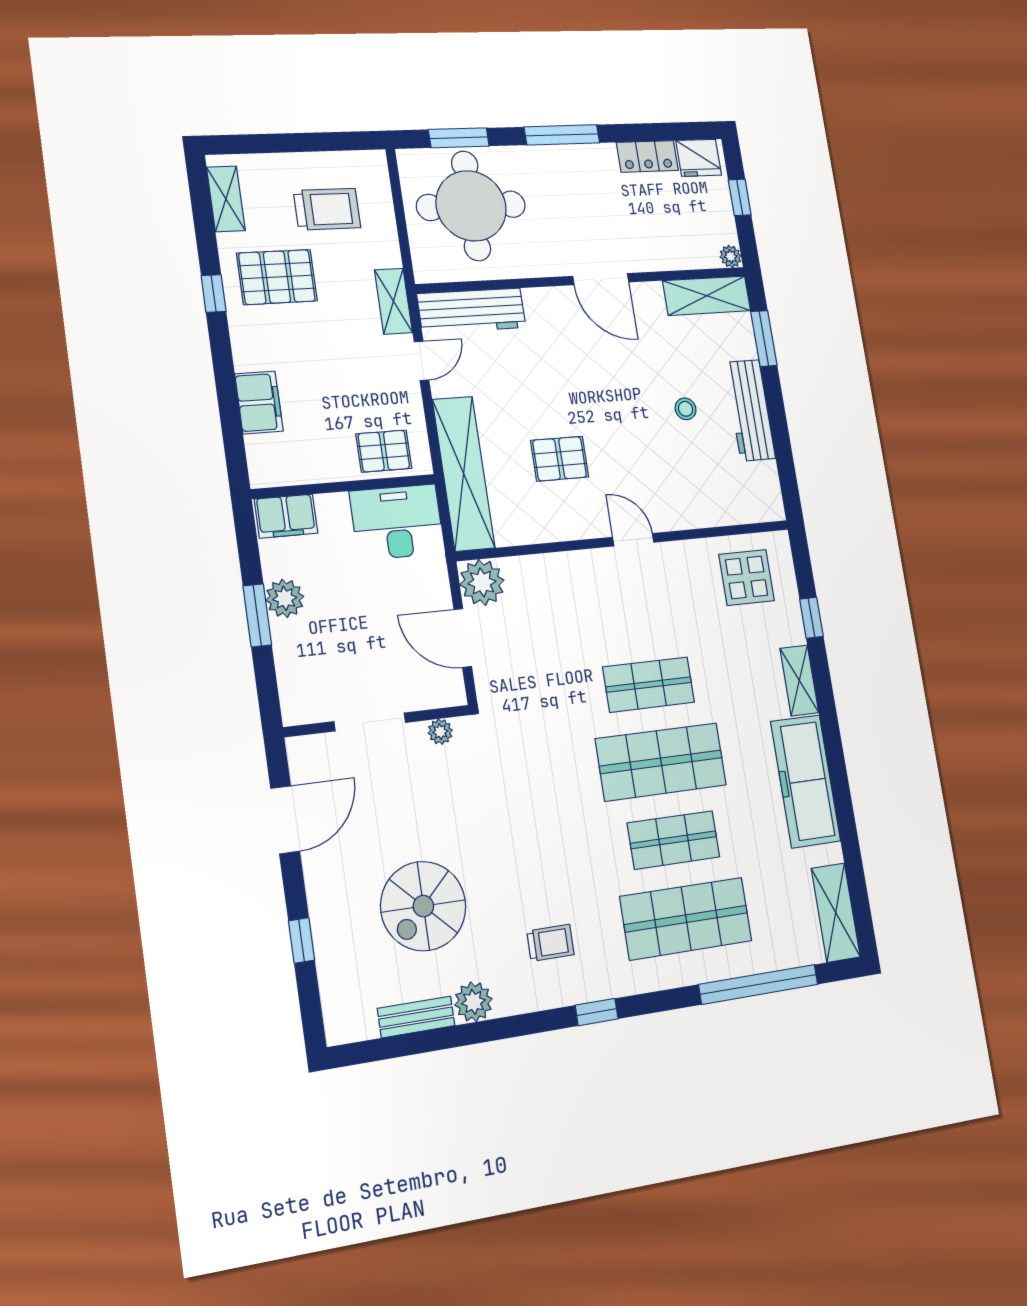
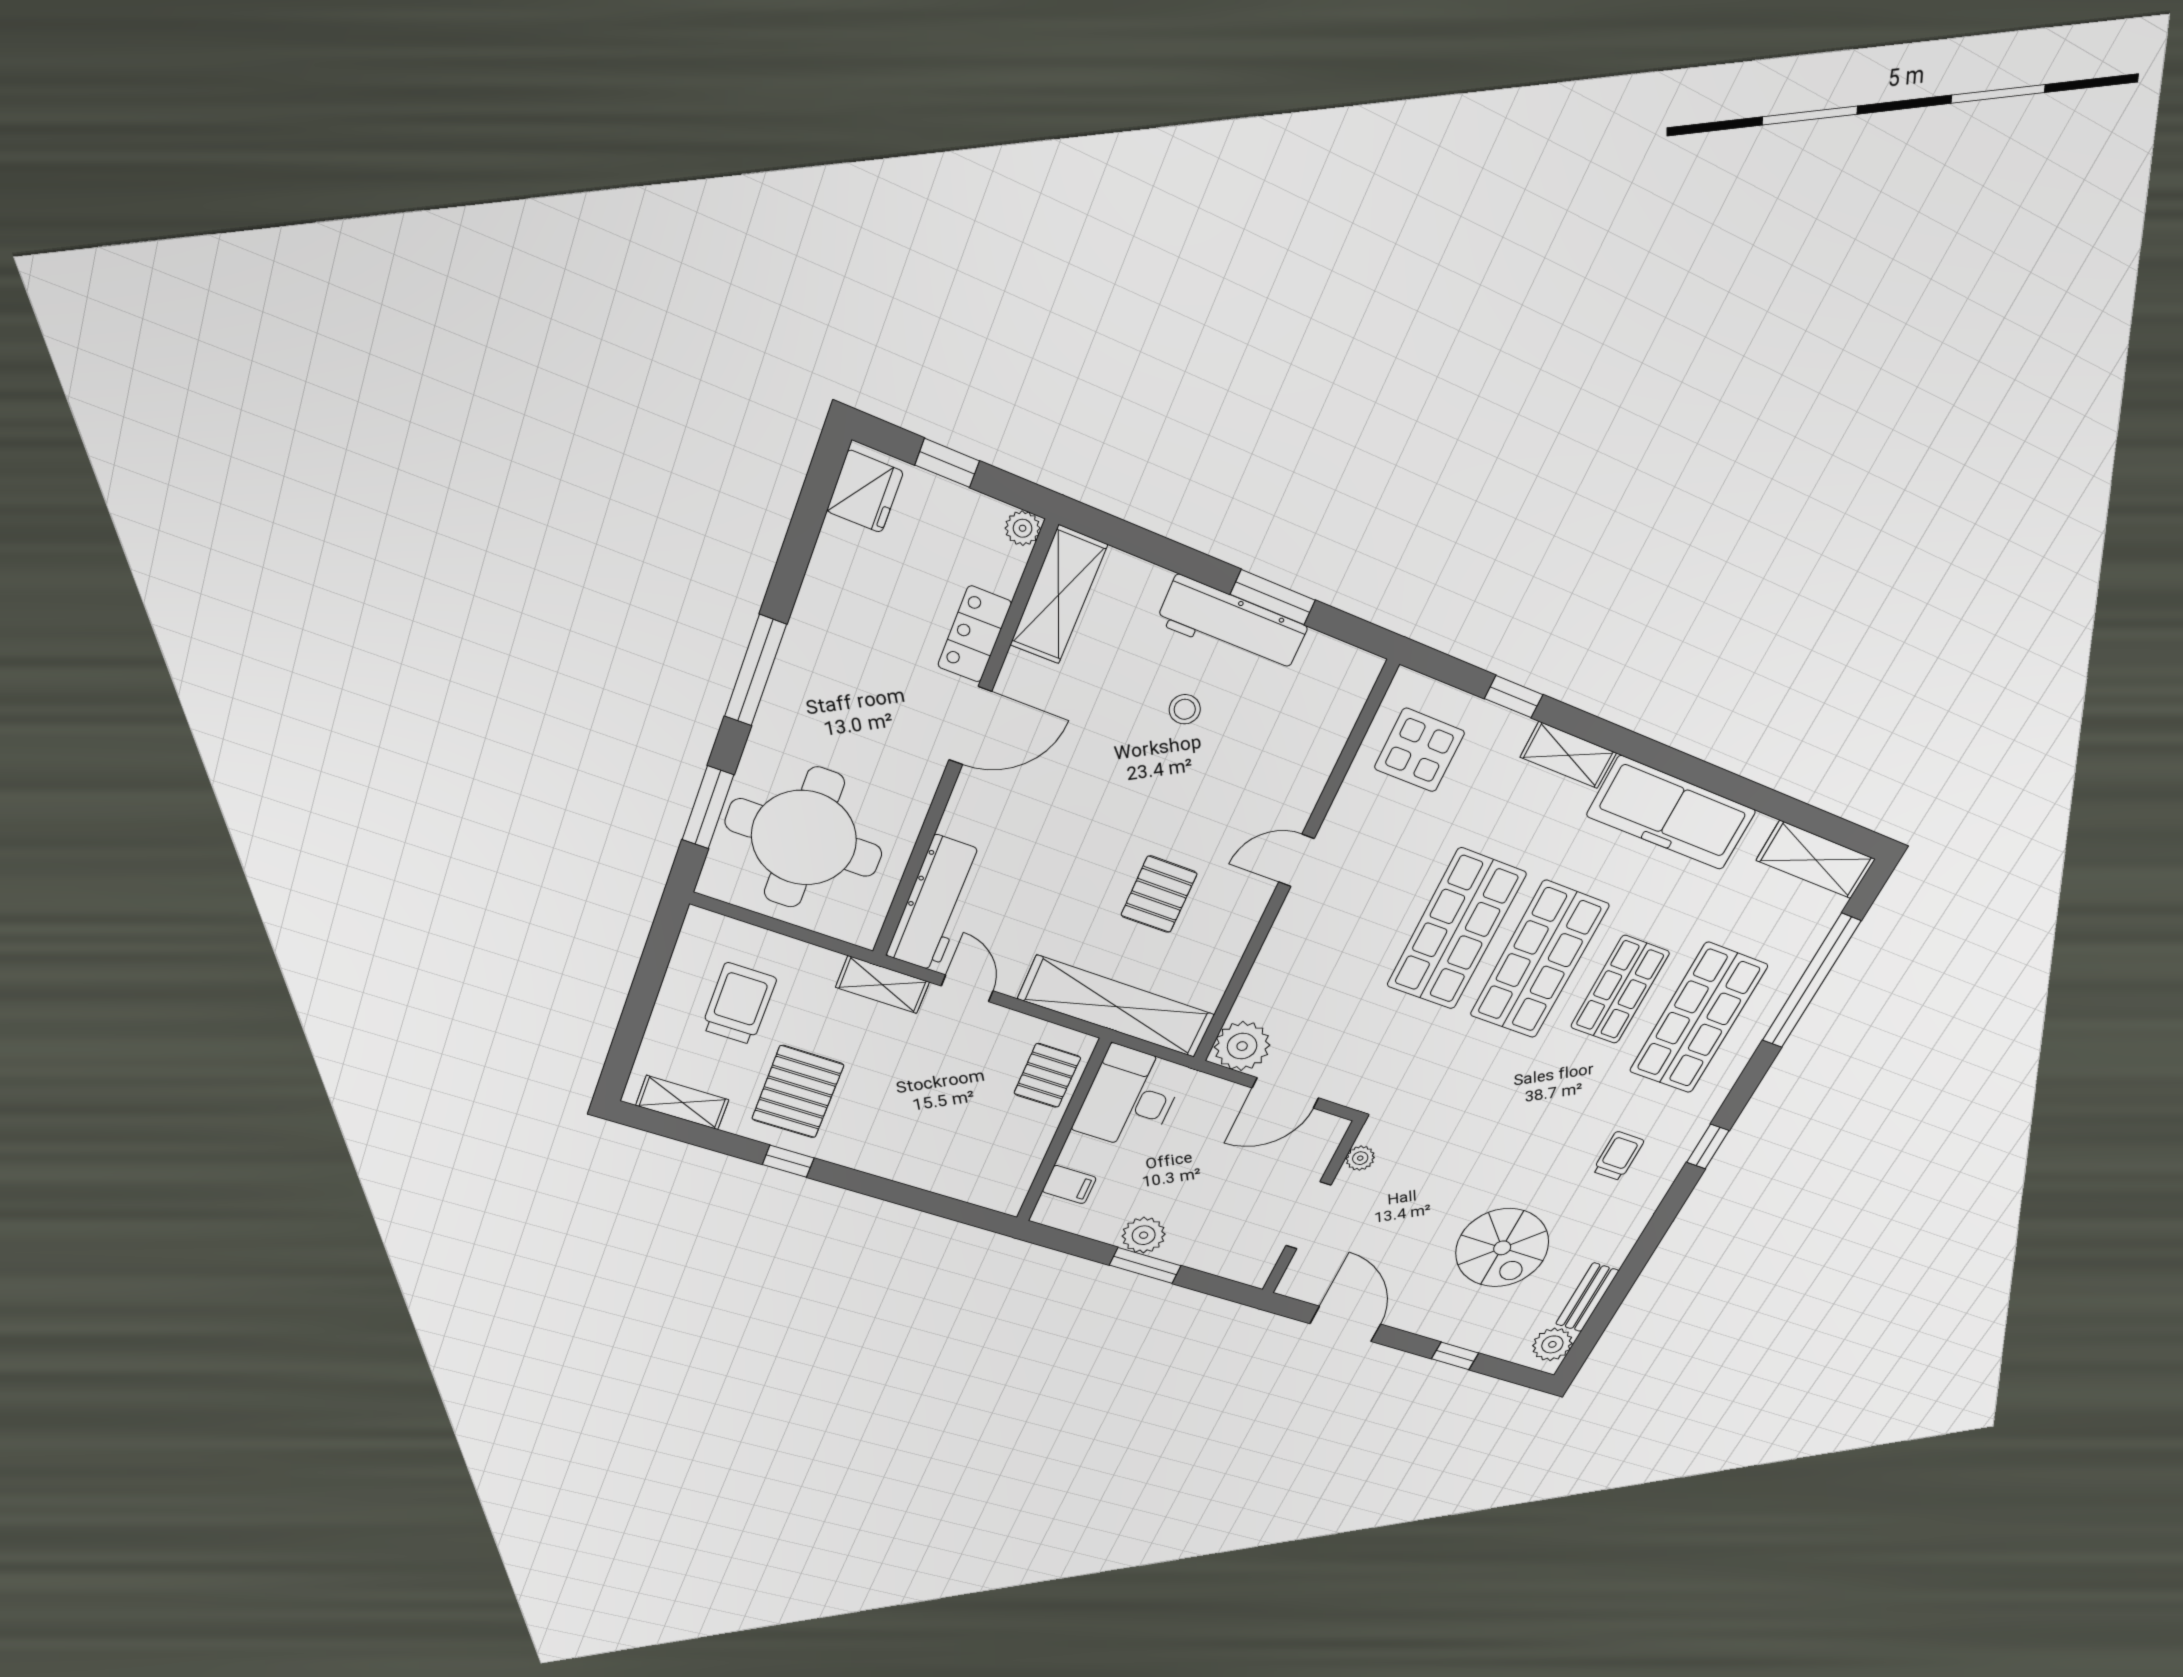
locker: (647, 156) -> (975, 634), moved, turned 180
window: (764, 338) -> (1273, 597), moved
filing cabinet: (259, 402) -> (930, 1171), removed
filing cabinet: (286, 516) -> (1069, 1185), width x0.50
shop shelf: (649, 685) -> (1456, 930), width x1.43, depth x1.36
plant: (473, 1002) -> (1552, 1344), moved

